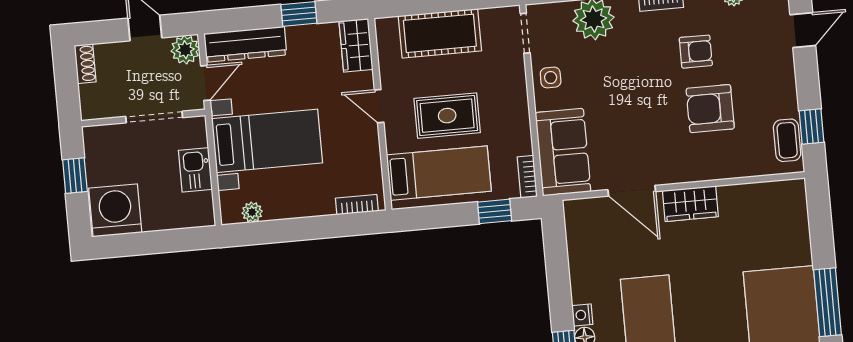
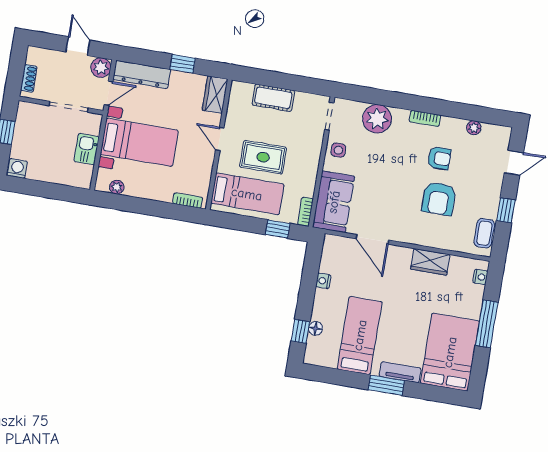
cot: (440, 33) -> (273, 98), width x0.73, depth x0.75
shoe rack: (85, 64) -> (29, 78), moved
armchair: (710, 109) -> (439, 199), turned -90
window: (811, 126) -> (506, 210), moved
nightstand: (798, 203) -> (480, 277), added
wardrobe: (690, 204) -> (430, 262), moved
washing machine: (115, 210) -> (17, 168), width x0.53, depth x0.53
window: (827, 302) -> (487, 324), moved
nightstand: (582, 315) -> (323, 281), moved

